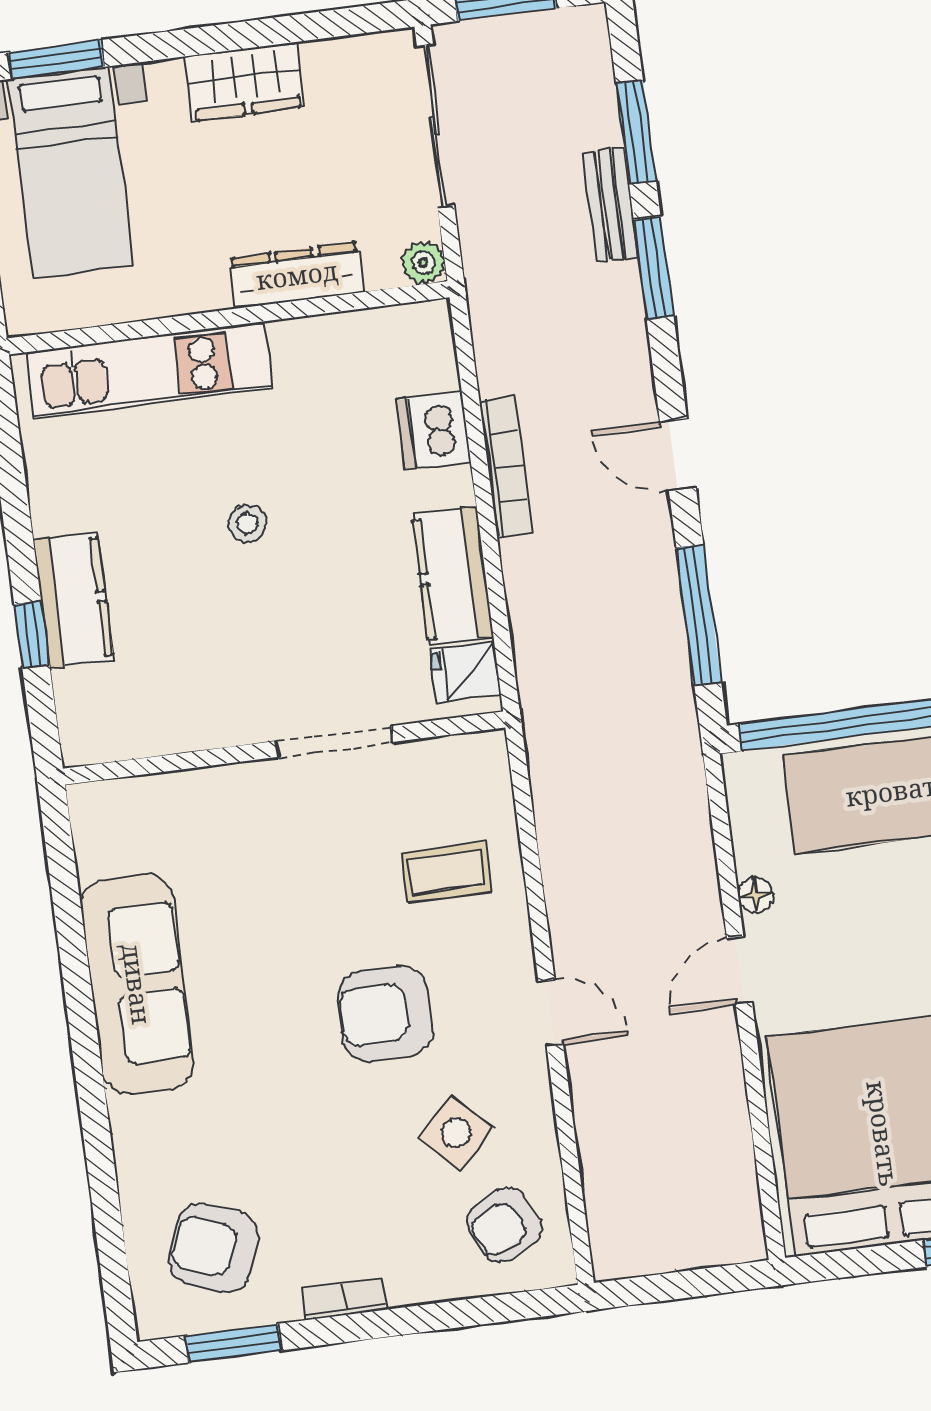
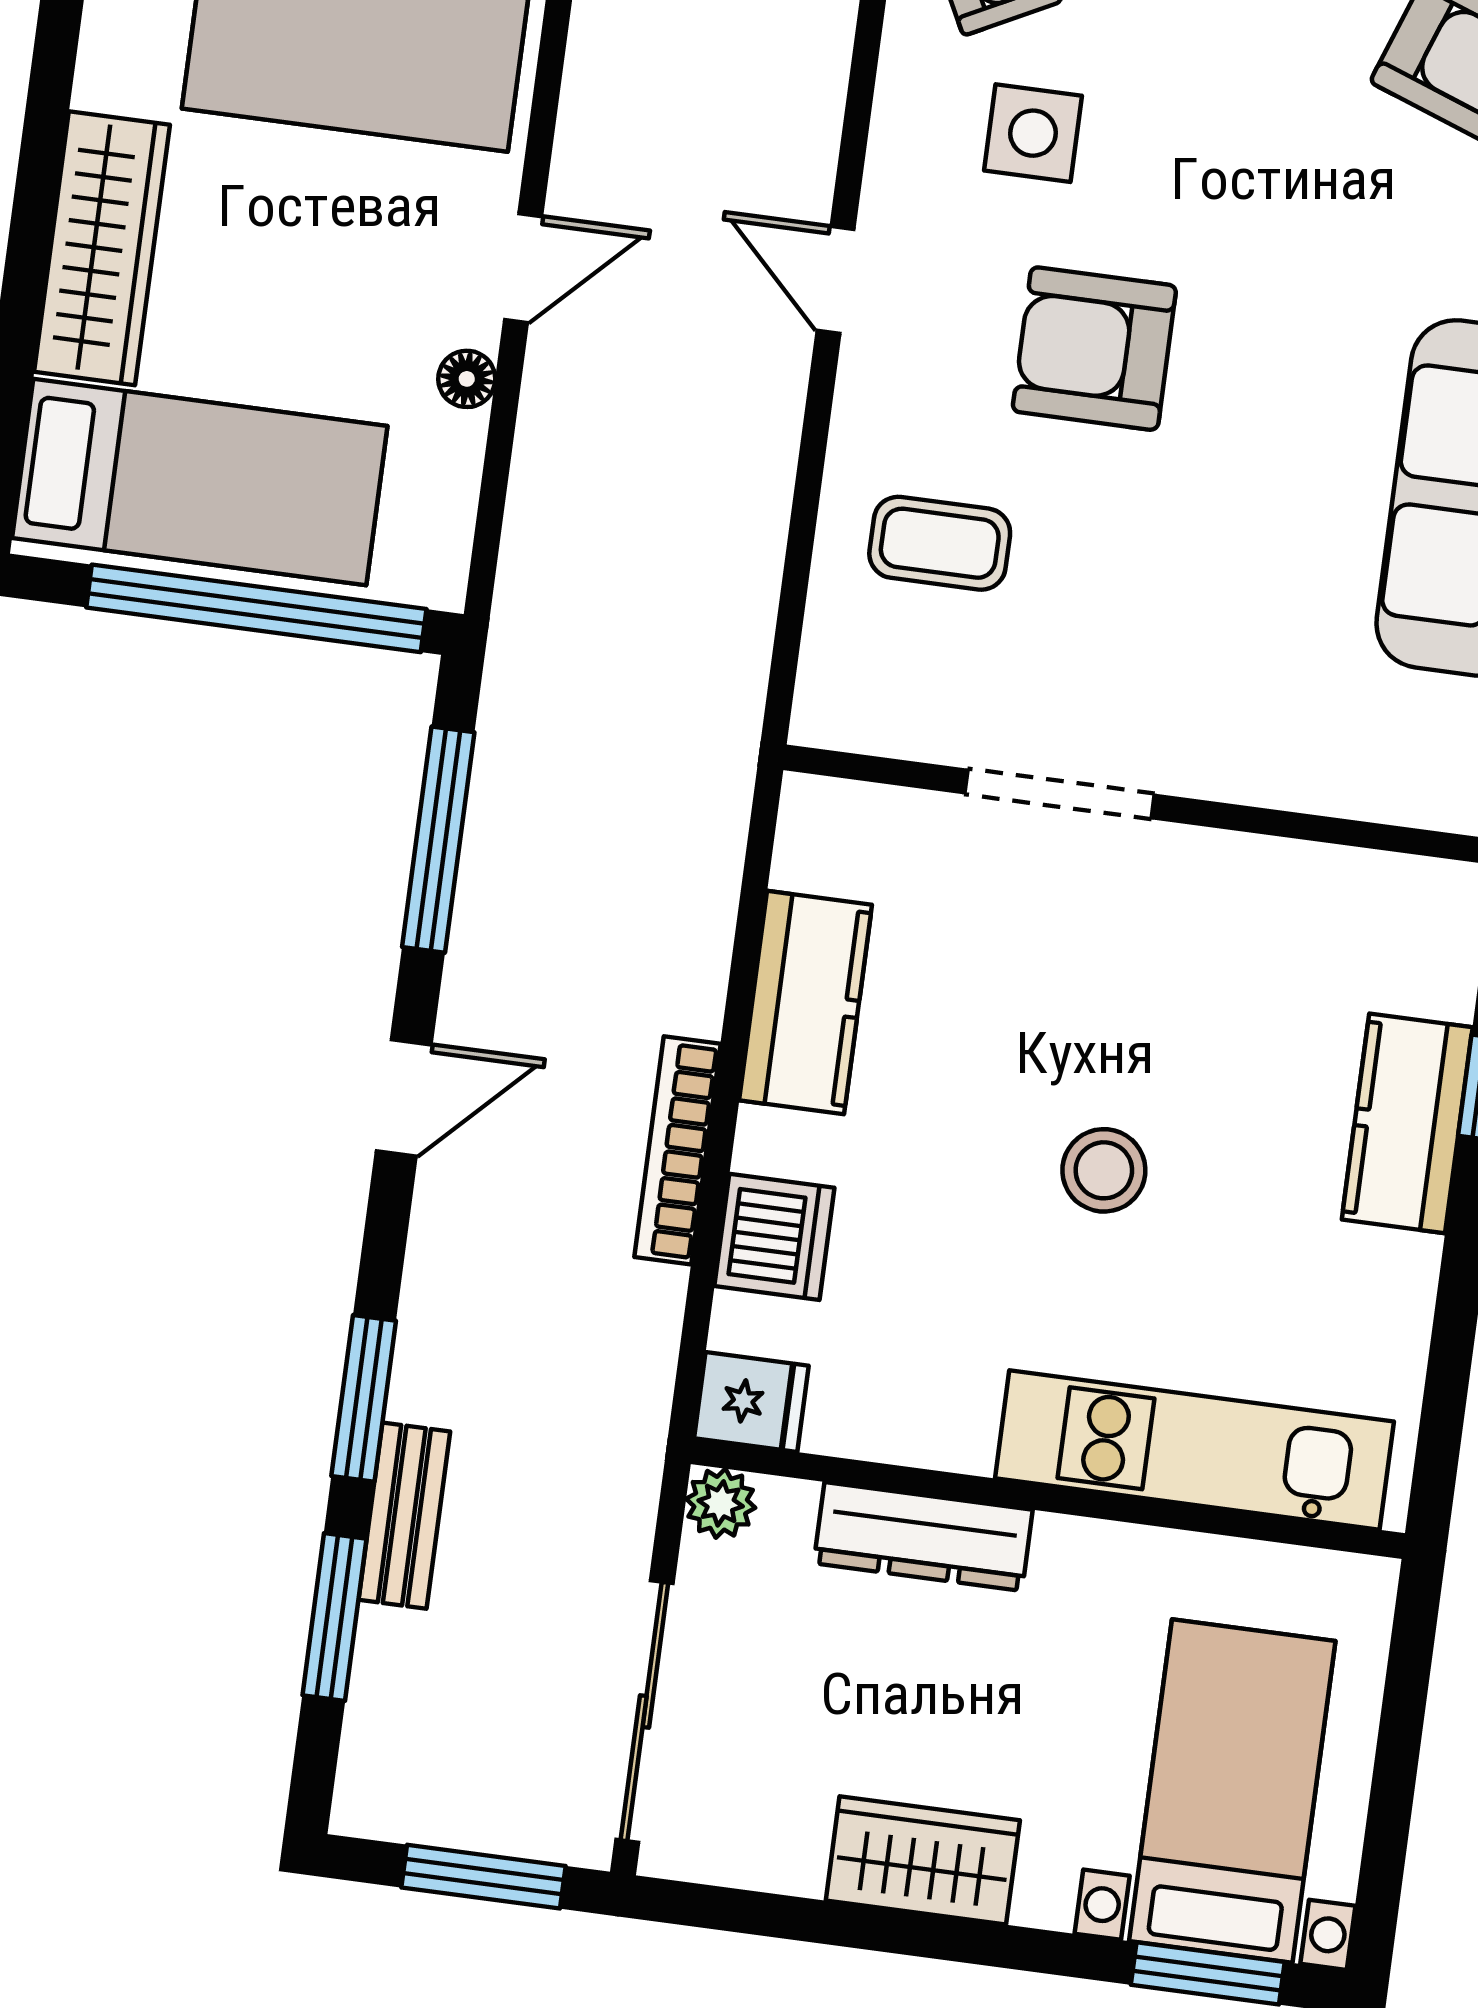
door: (678, 455) -> (404, 1098), hinge flipped
stool: (247, 523) -> (1104, 1170), width x1.37, depth x1.37
fridge: (466, 672) -> (751, 1402), moved
armchair: (385, 1014) -> (1094, 349), turned 180
side table: (456, 1133) -> (1033, 133), turned 45

